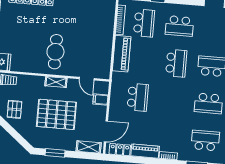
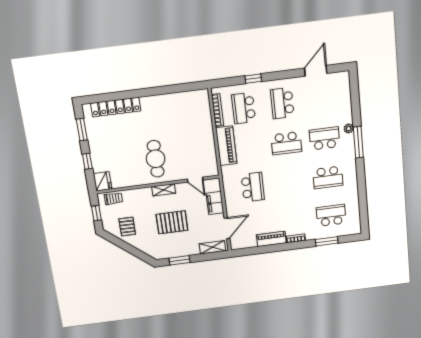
school desk: (144, 23) -> (244, 108), turned 180
school desk: (179, 26) -> (282, 103), turned 90
school desk: (176, 63) -> (286, 143), turned 90
filing cabinet: (100, 99) -> (215, 203), width x2.00
pallet: (56, 114) -> (172, 222), width x0.73, depth x0.71
locker: (120, 150) -> (245, 243), removed

